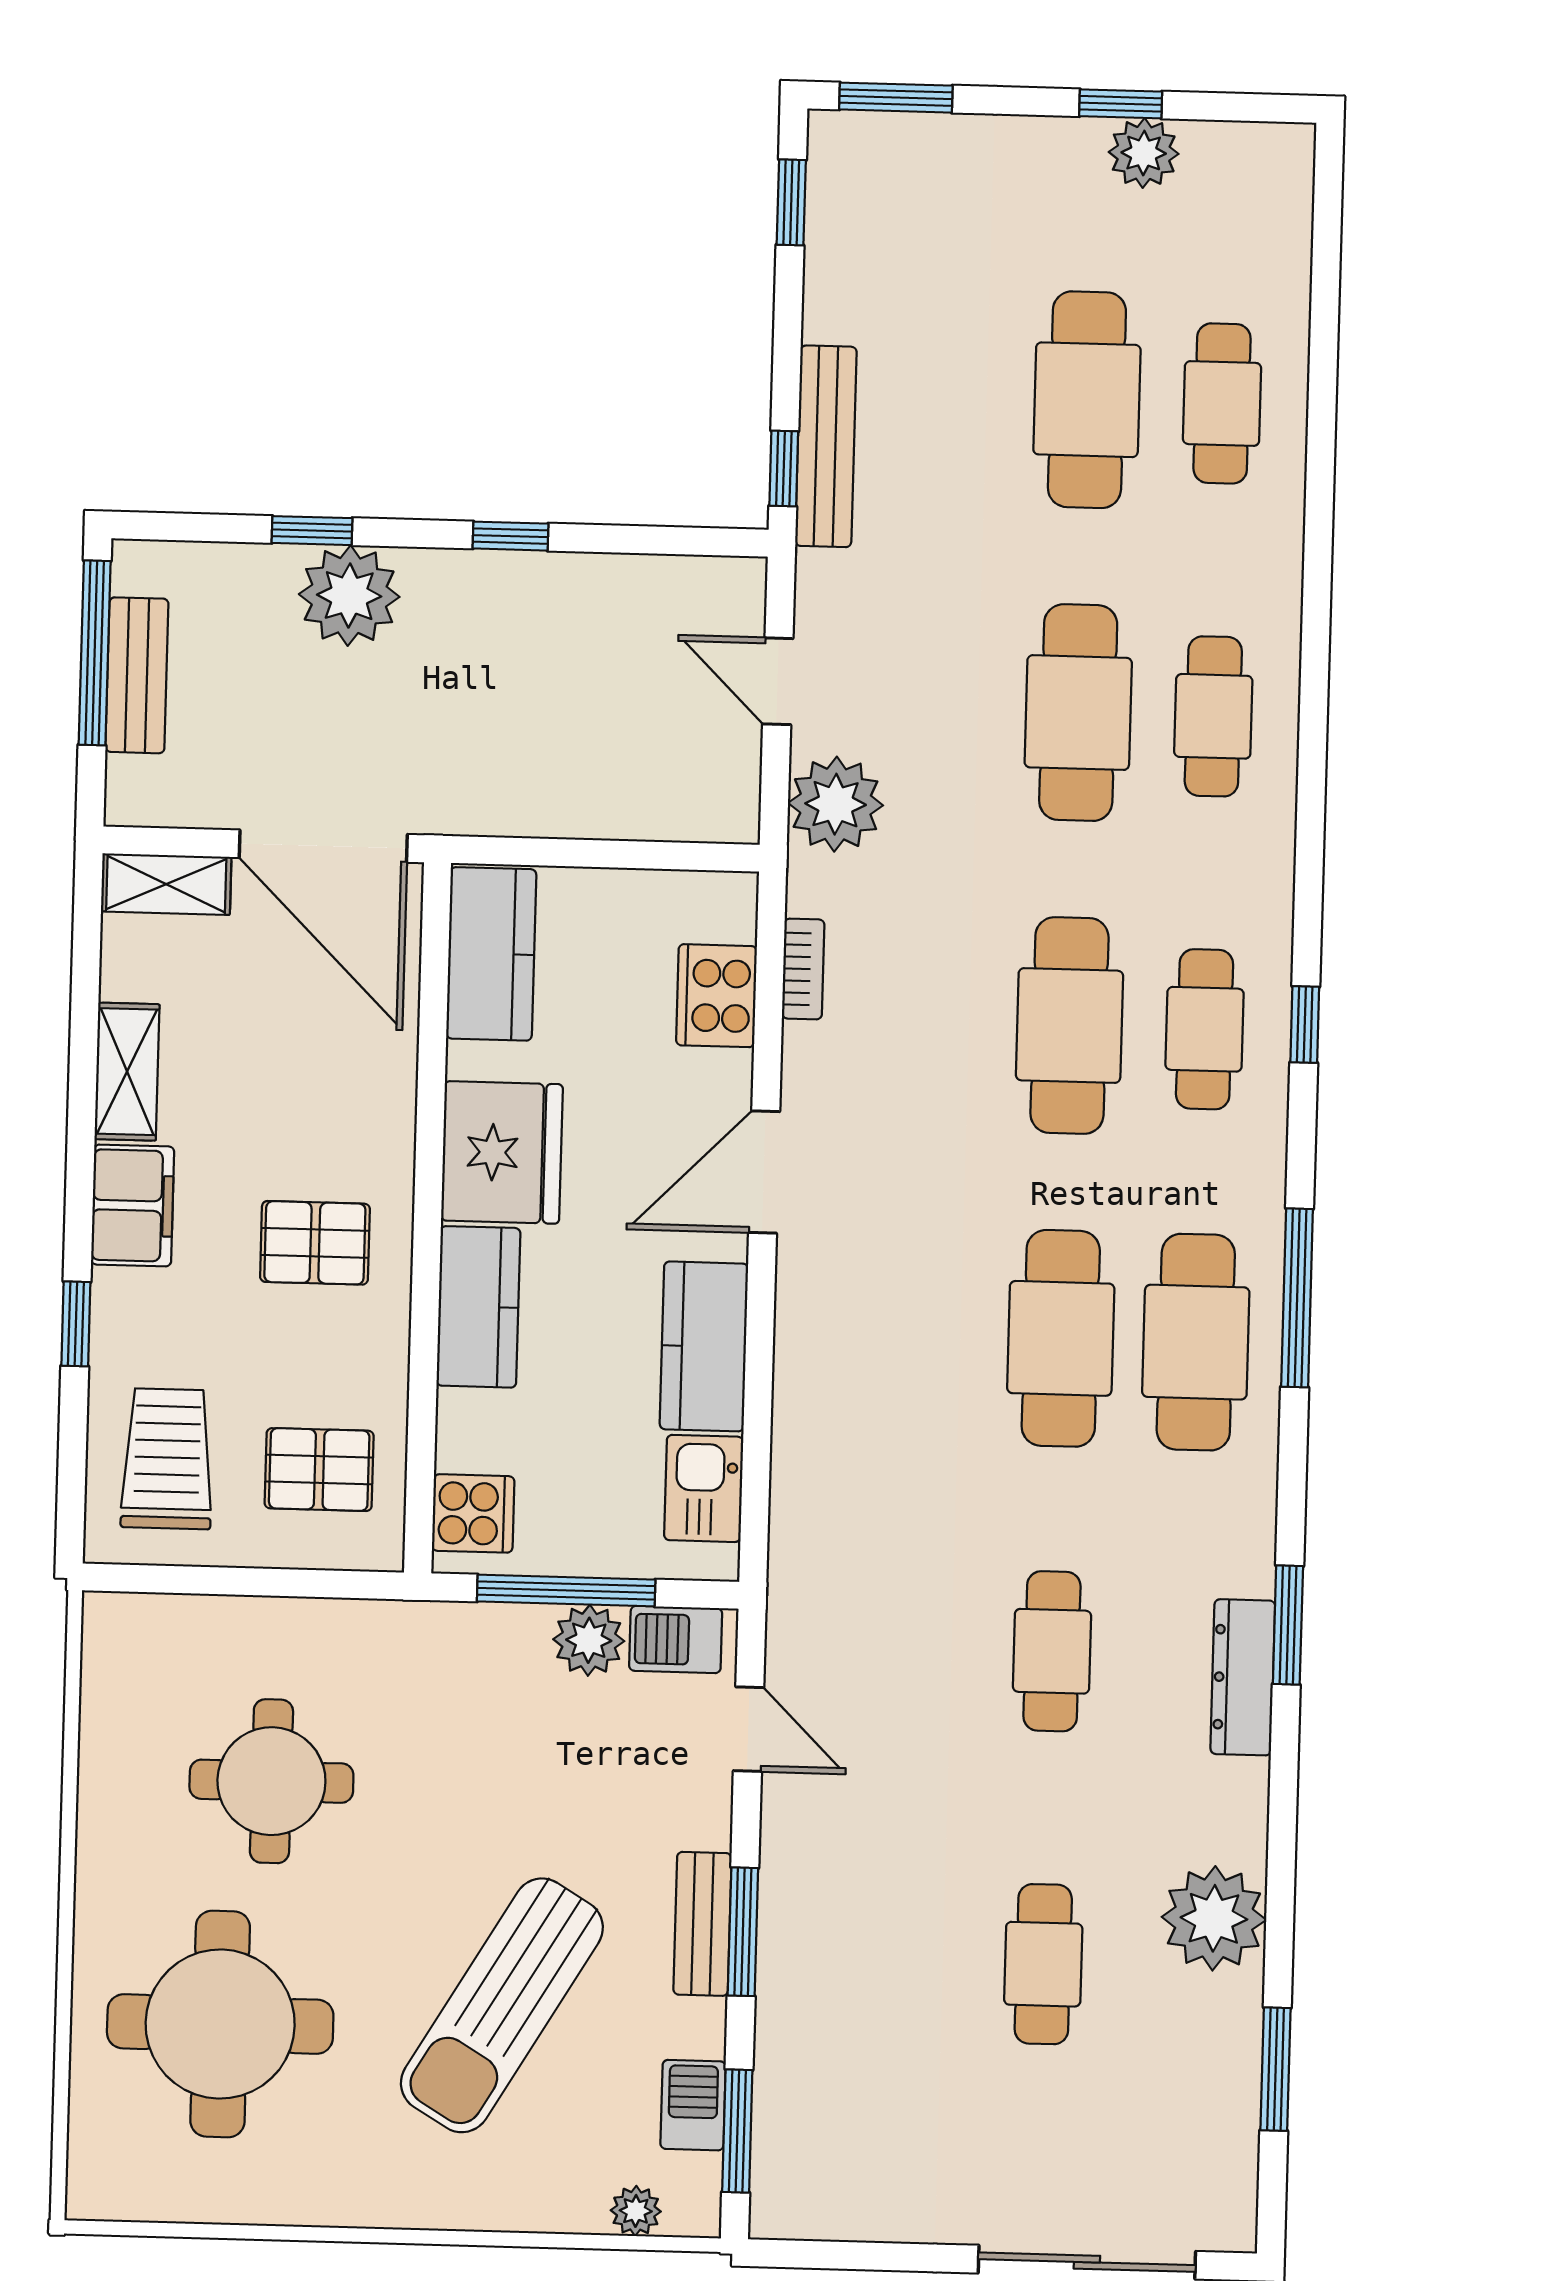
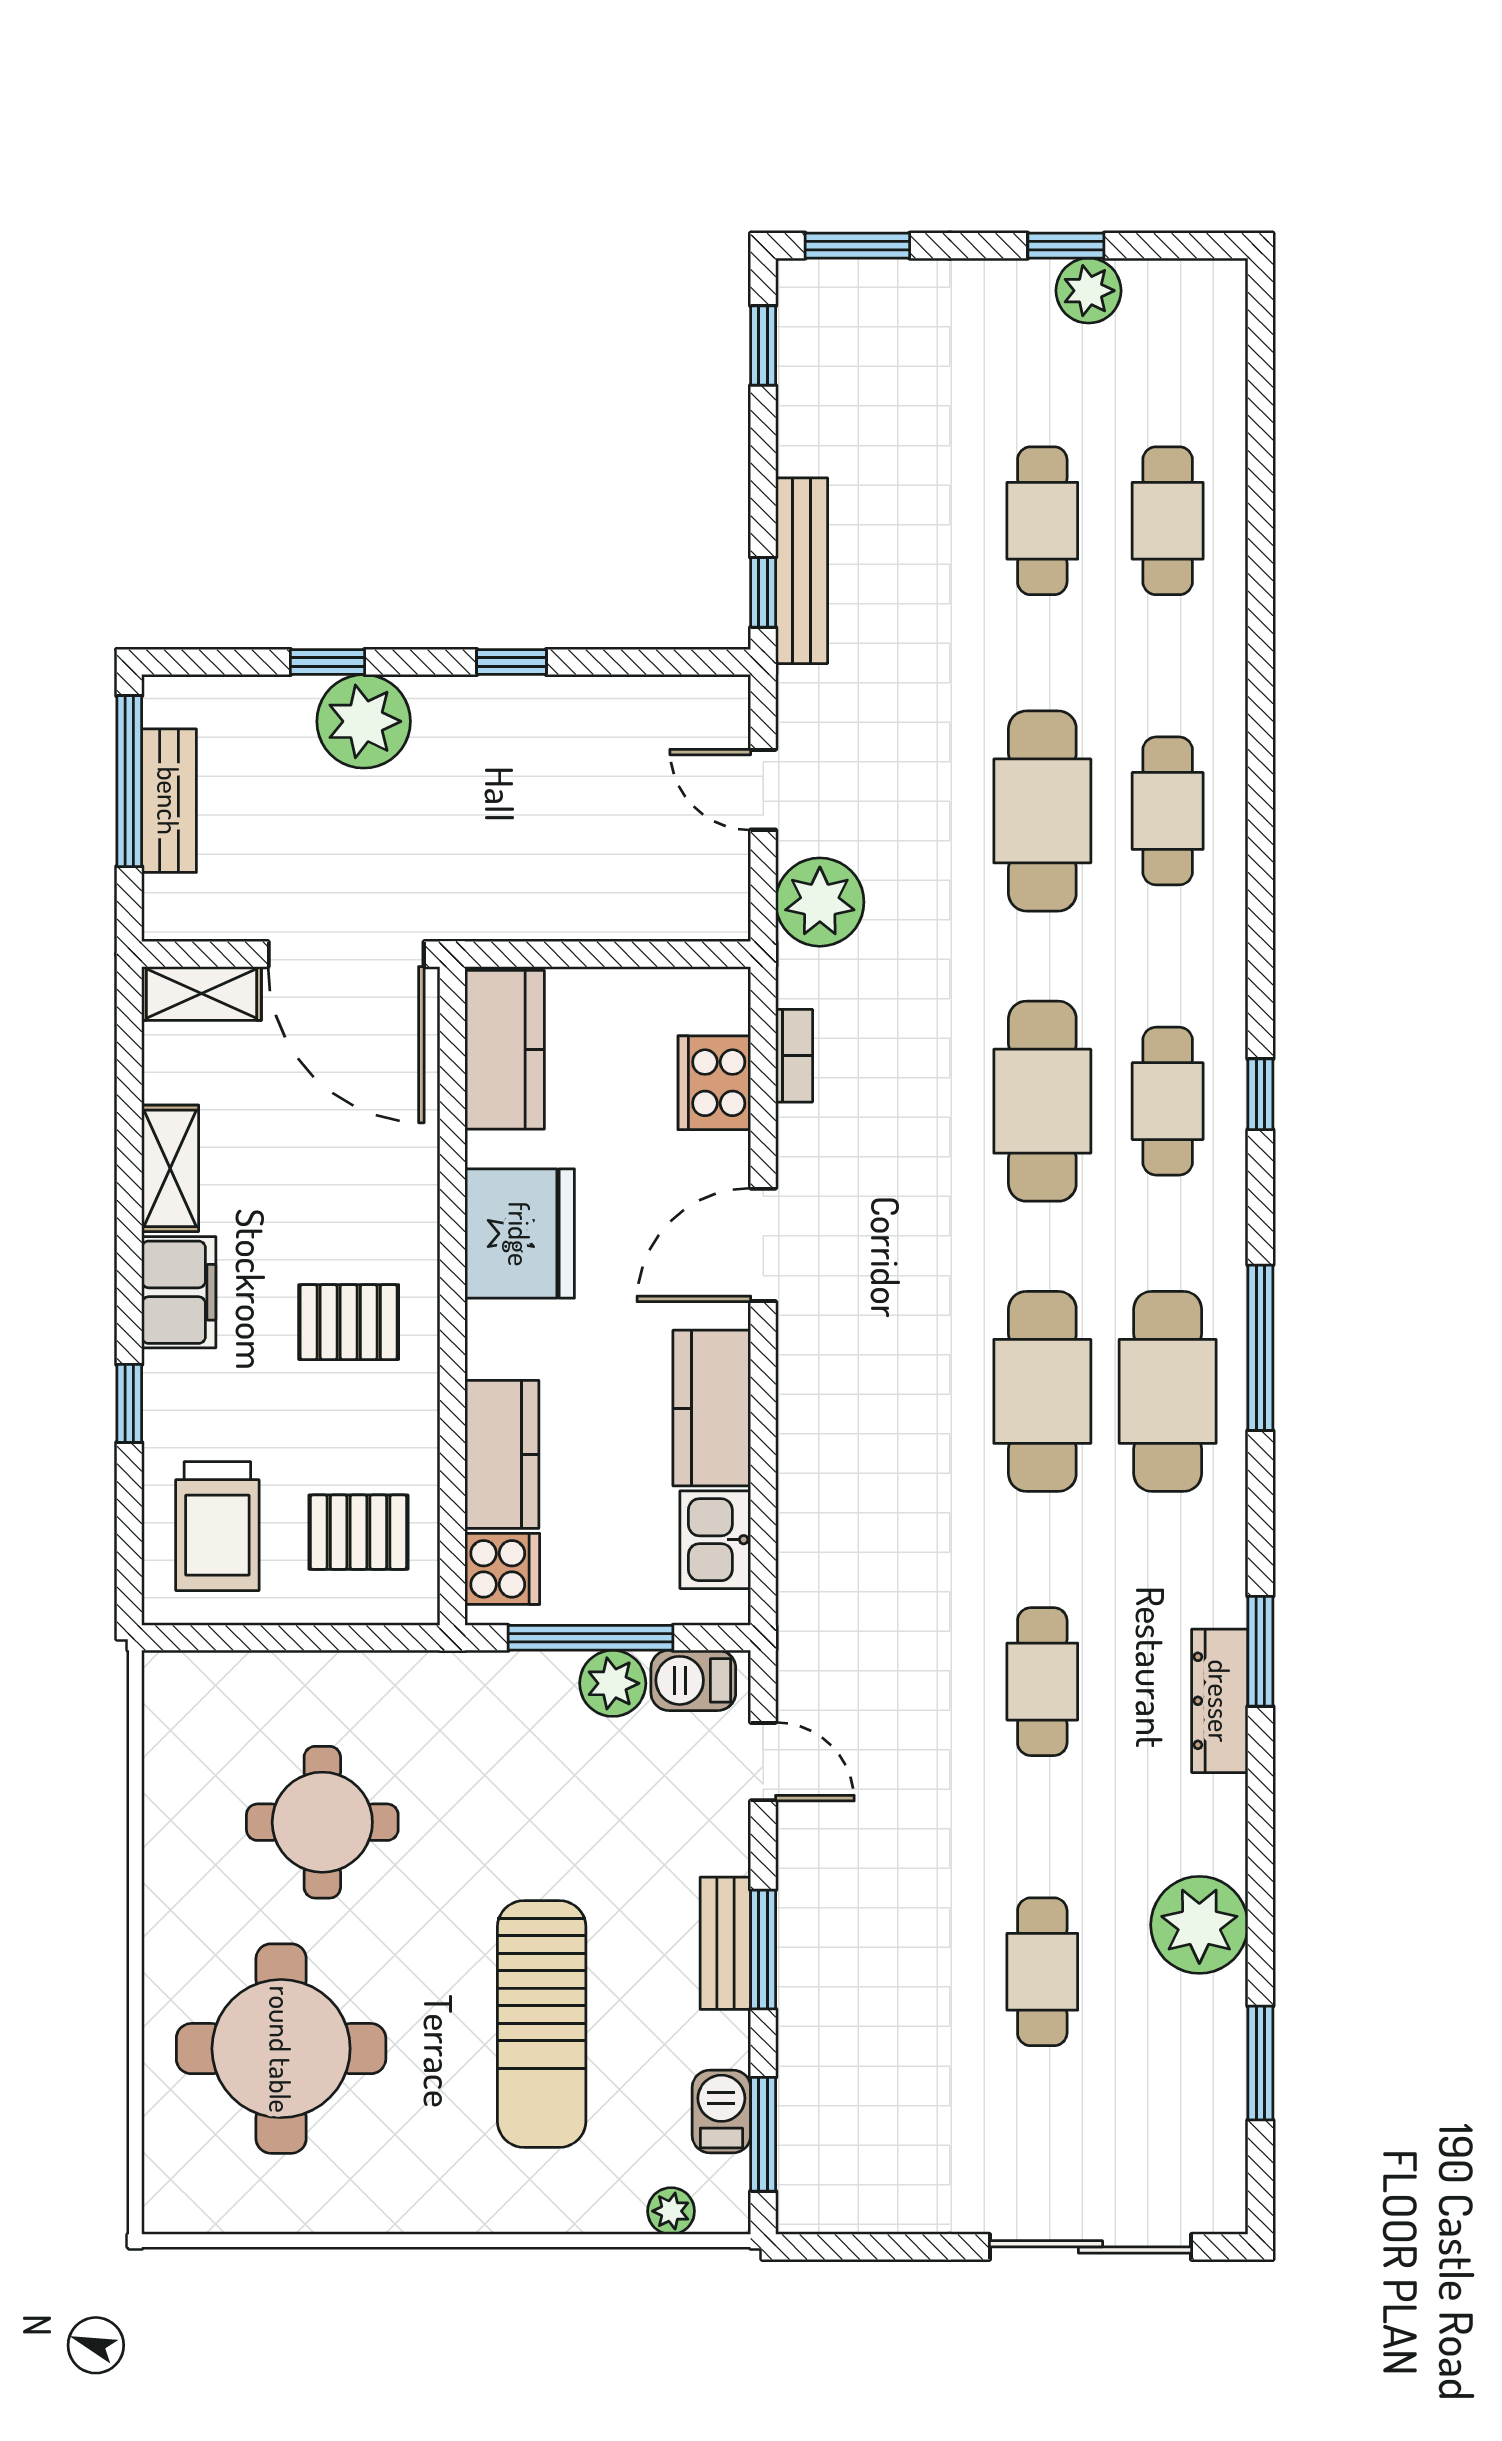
cafe table: (1087, 400) -> (1042, 521), width x0.73, depth x0.74
kitchen counter: (478, 1307) -> (502, 1454), moved
trolley: (167, 1459) -> (217, 1526), turned 180
sun lounger: (502, 2005) -> (542, 2024), turned -31

